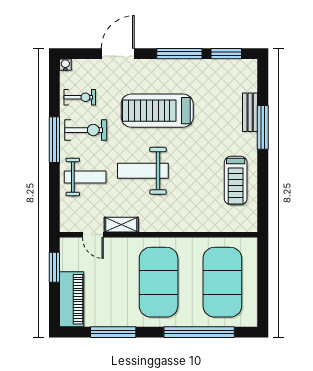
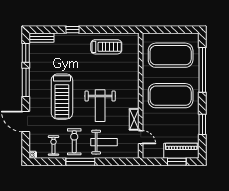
bench: (250, 112) -> (41, 38), moved
window: (263, 127) -> (73, 30), width x0.46
weight bench: (85, 177) -> (104, 142), turned 90
door: (93, 235) -> (141, 137), hinge flipped
window: (54, 267) -> (177, 162), moved
window: (113, 332) -> (202, 124), width x0.69

